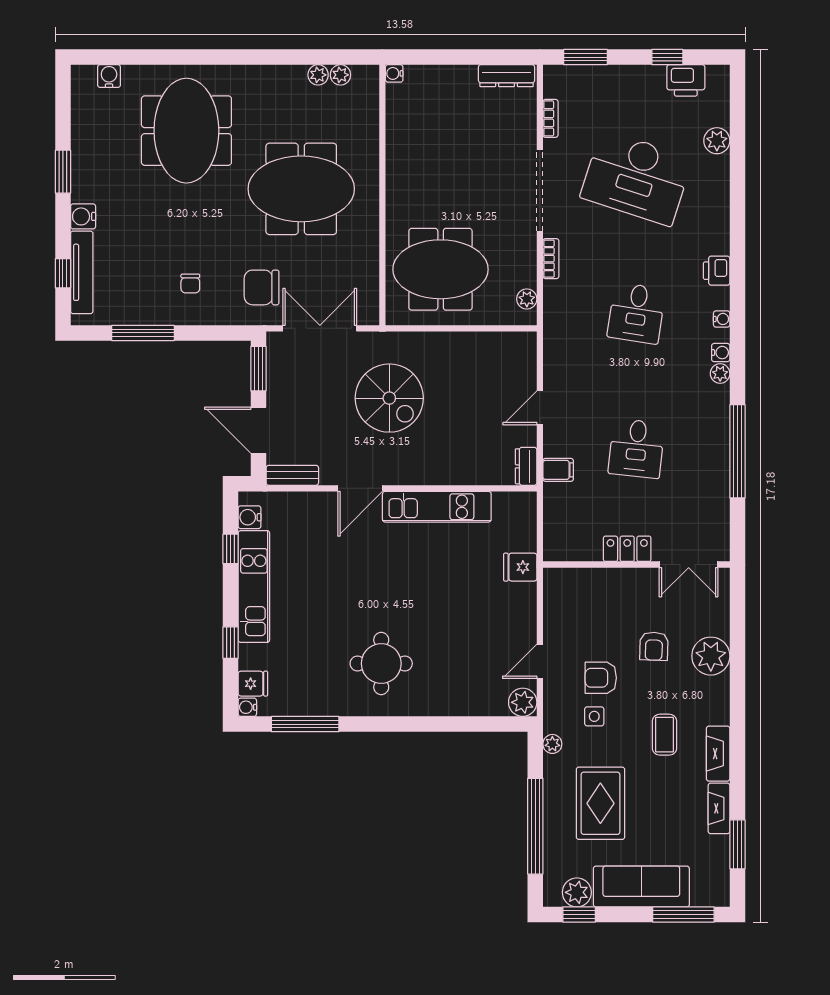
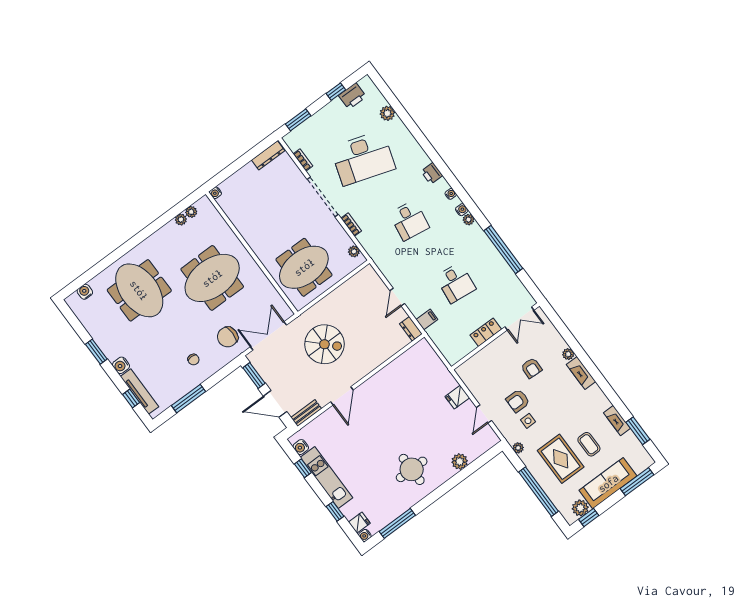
kitchen unit: (437, 507) -> (384, 378), removed
fridge: (520, 567) -> (457, 397), moved
plant: (711, 656) -> (568, 354), width x0.53, depth x0.53
plant: (523, 702) -> (460, 461), moved
coffee table: (664, 735) -> (589, 444), moved
fireplace: (718, 754) -> (581, 373), moved

